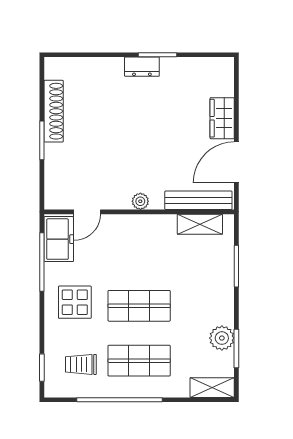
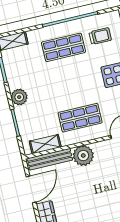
plant: (140, 201) -> (83, 156), width x1.88, depth x1.88
shop shelf: (139, 306) -> (80, 118), moved
plant: (222, 338) -> (19, 97), moved

